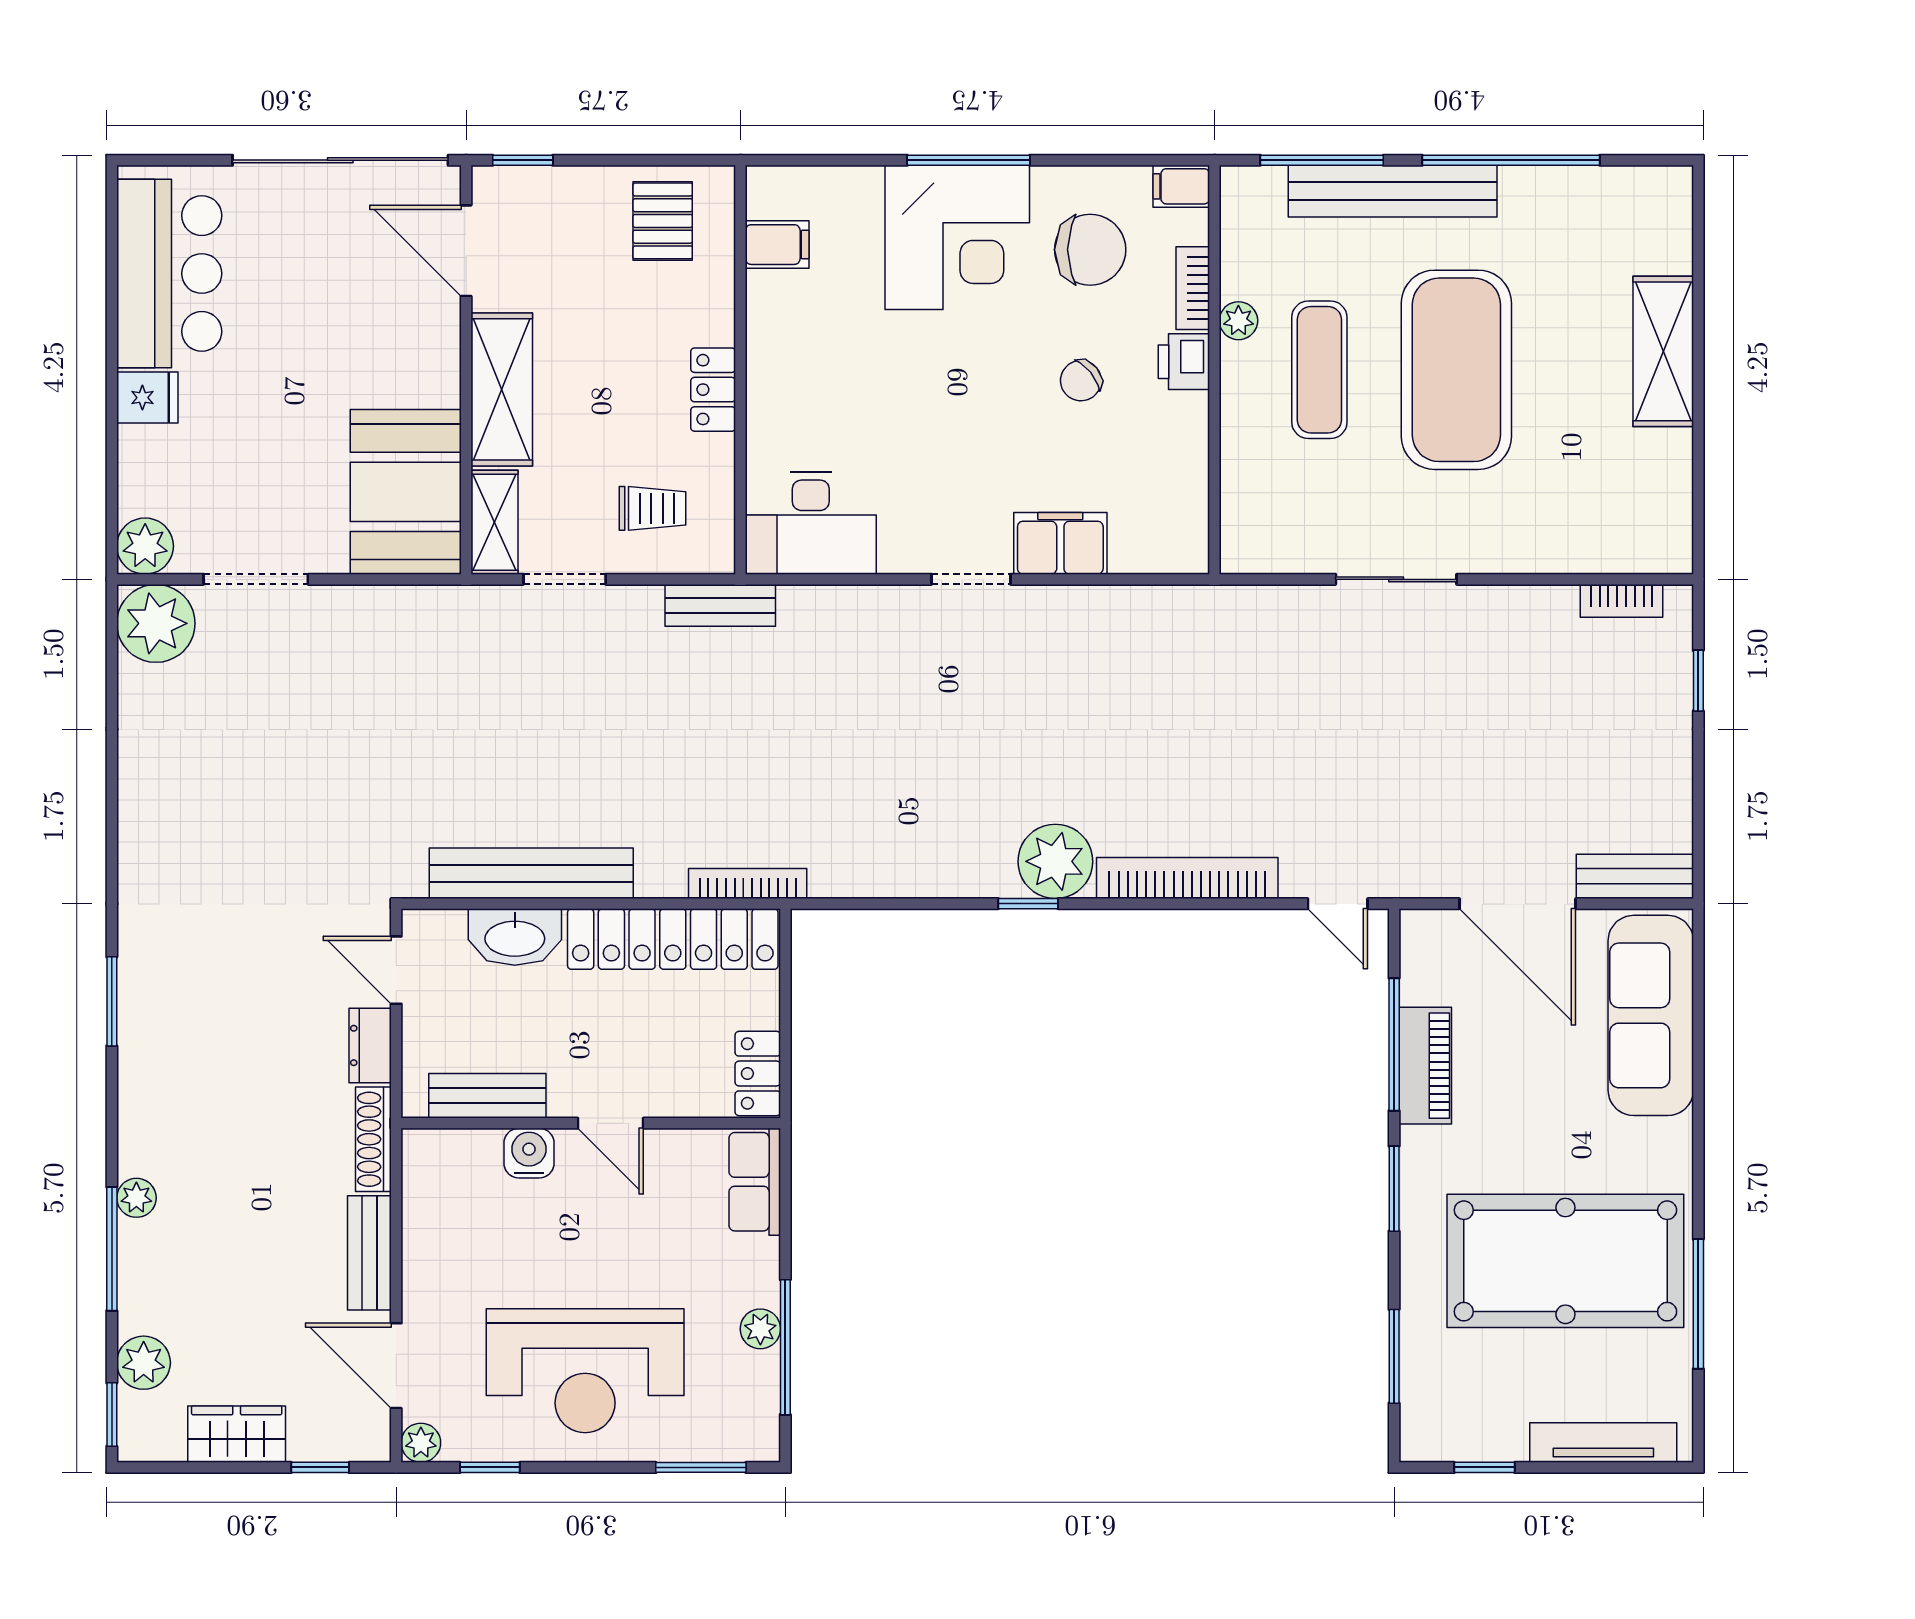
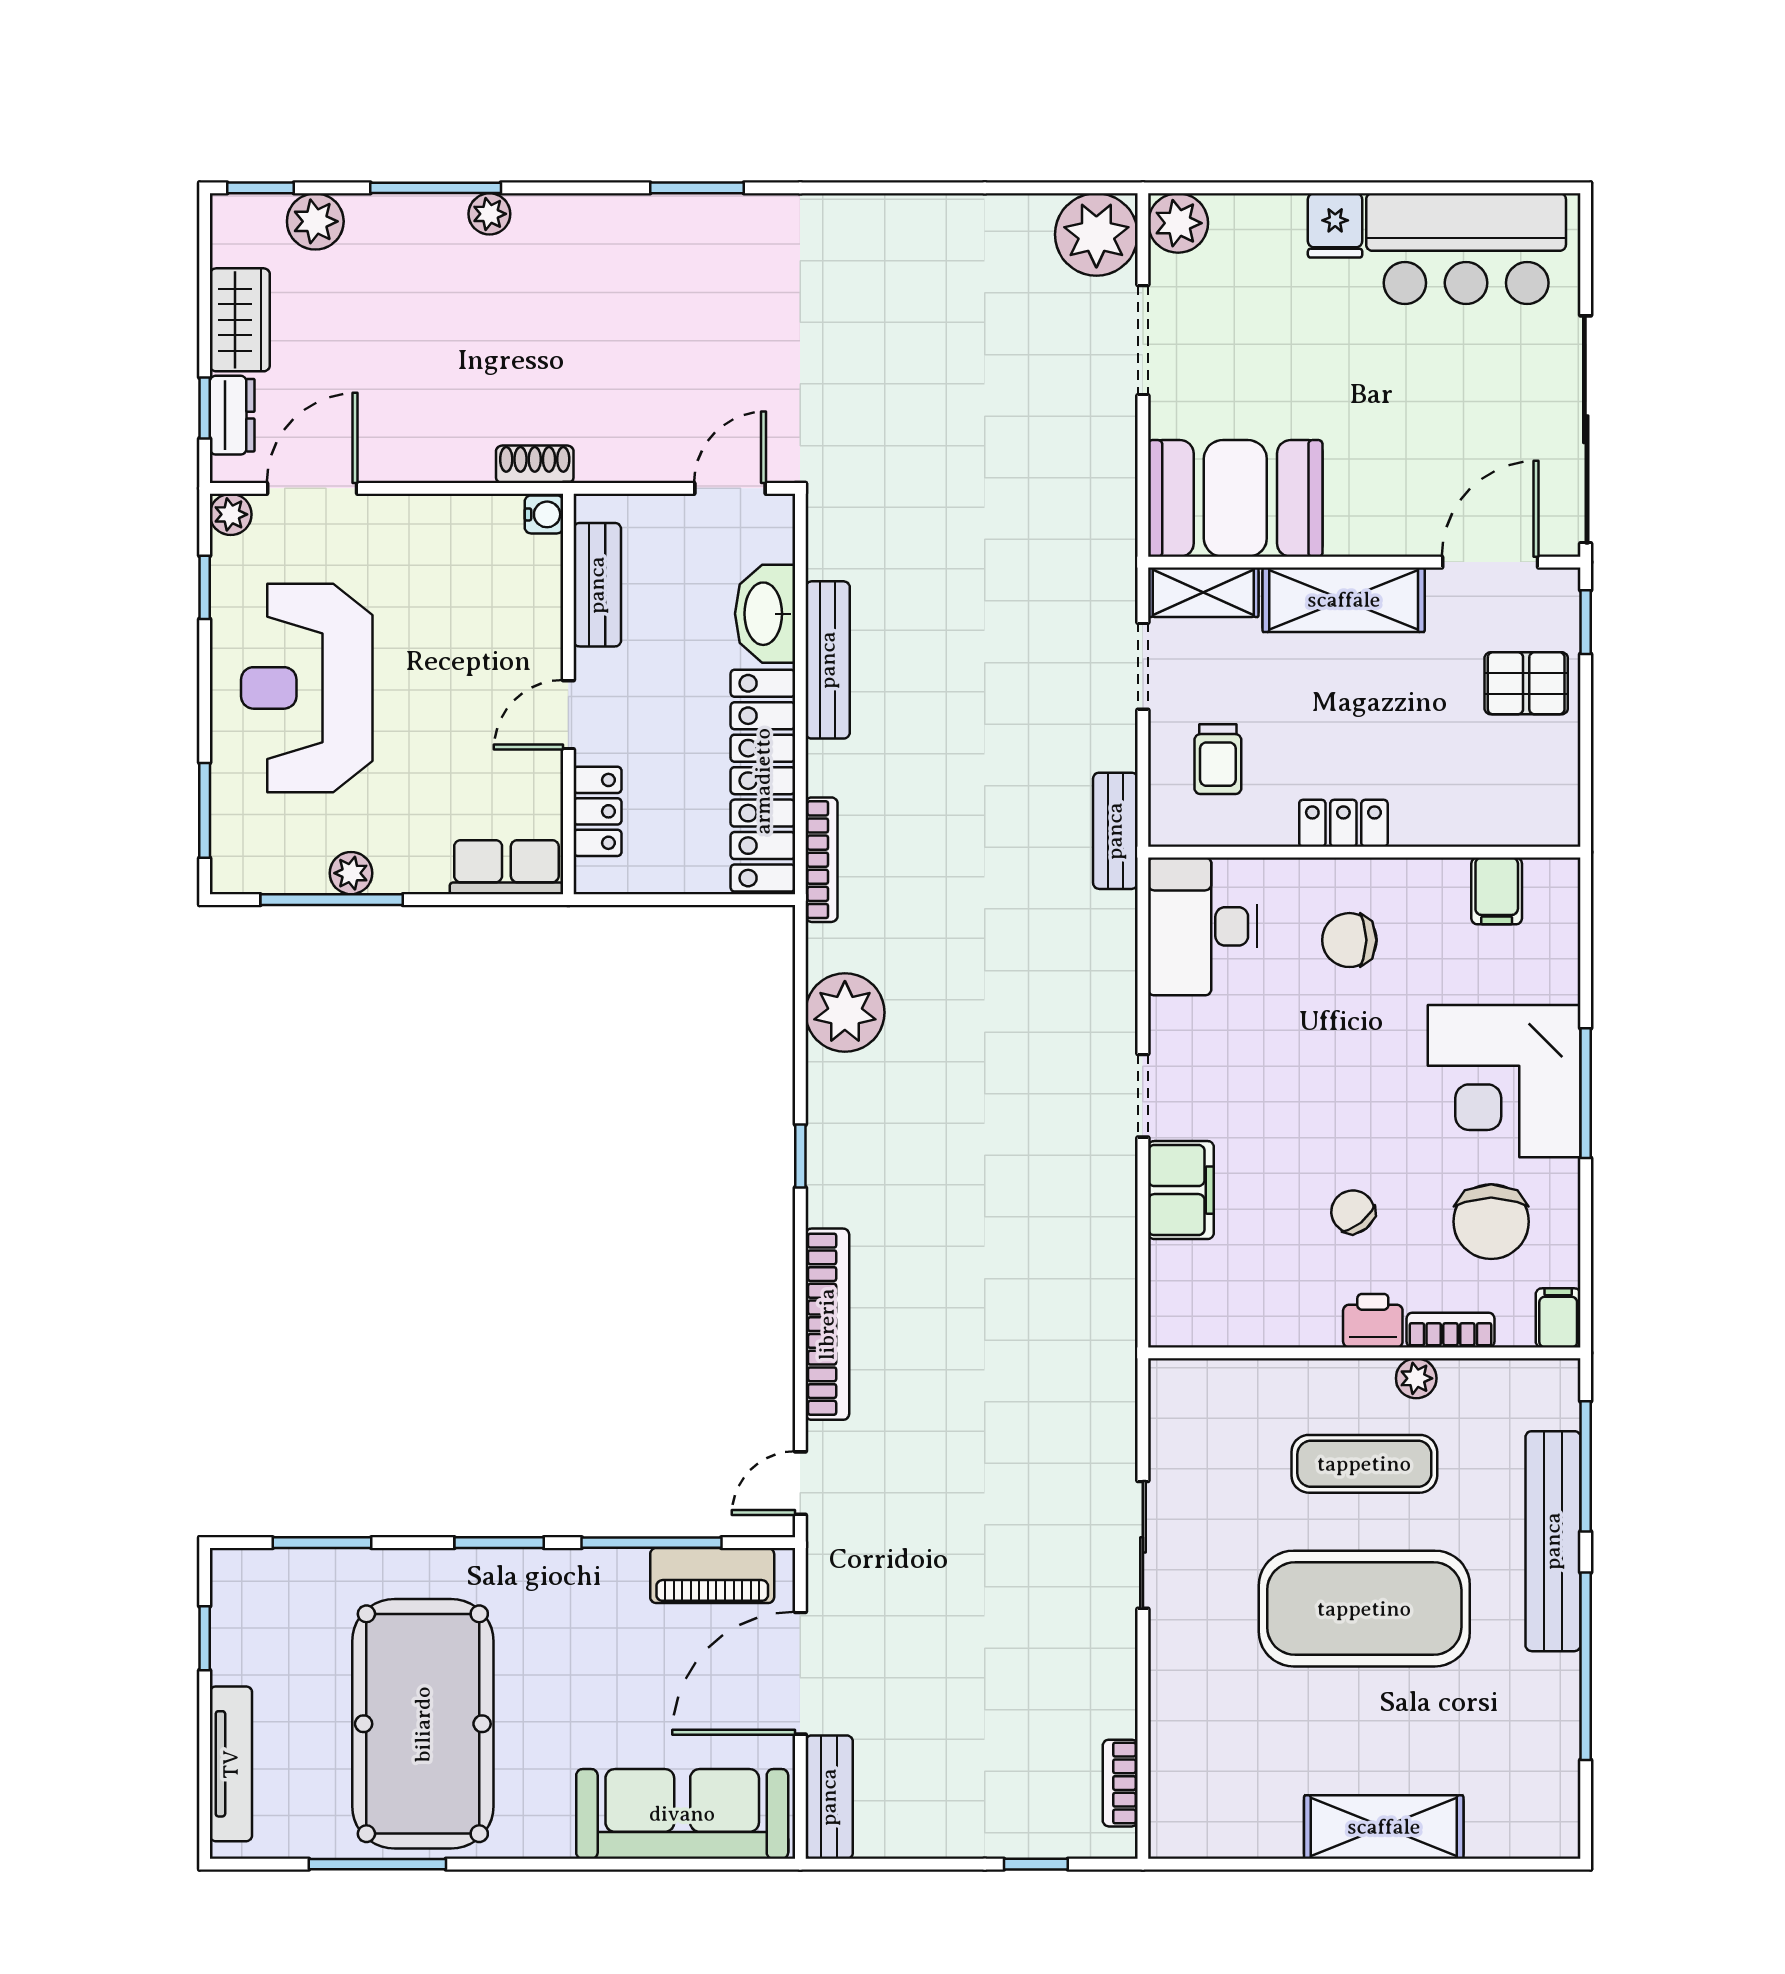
pallet: (663, 221) -> (1526, 683), moved
chair: (824, 384) -> (1349, 940), added
plant: (1055, 861) -> (845, 1012), moved
bench: (531, 873) -> (828, 660), width x0.73, depth x0.82
dresser: (370, 1045) -> (232, 415), moved, turned 90
piano: (1425, 1066) -> (712, 1576), moved
locker: (758, 1073) -> (597, 811), moved, turned 90
shoe rack: (373, 1139) -> (535, 464), width x0.70
water cooler: (529, 1153) -> (544, 514), moved, width x0.72, depth x0.72
bench: (369, 1253) -> (431, 460), removed

